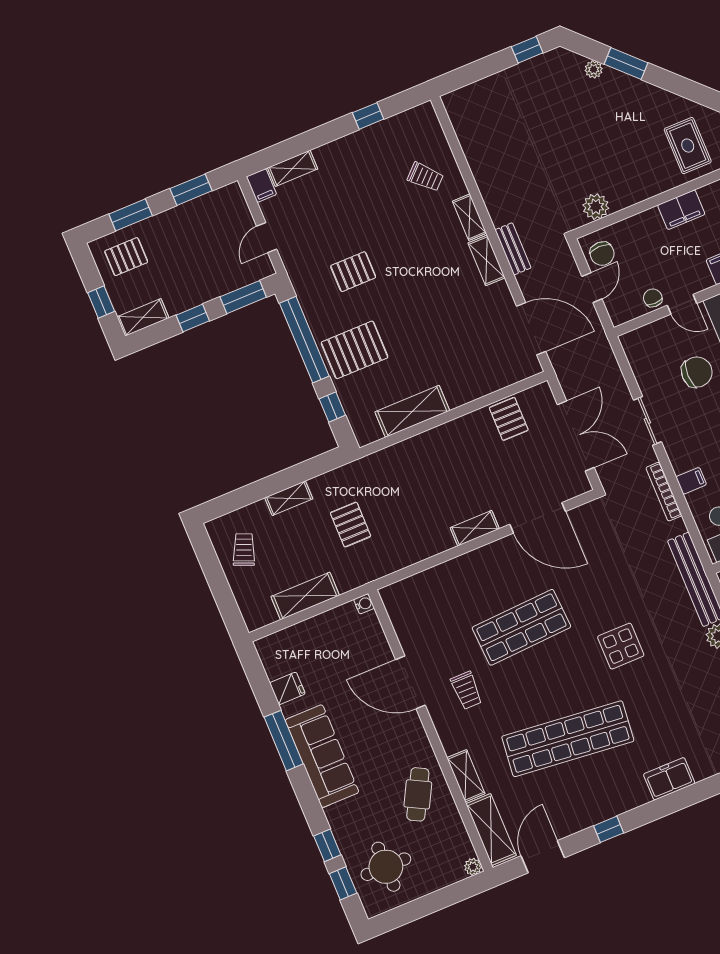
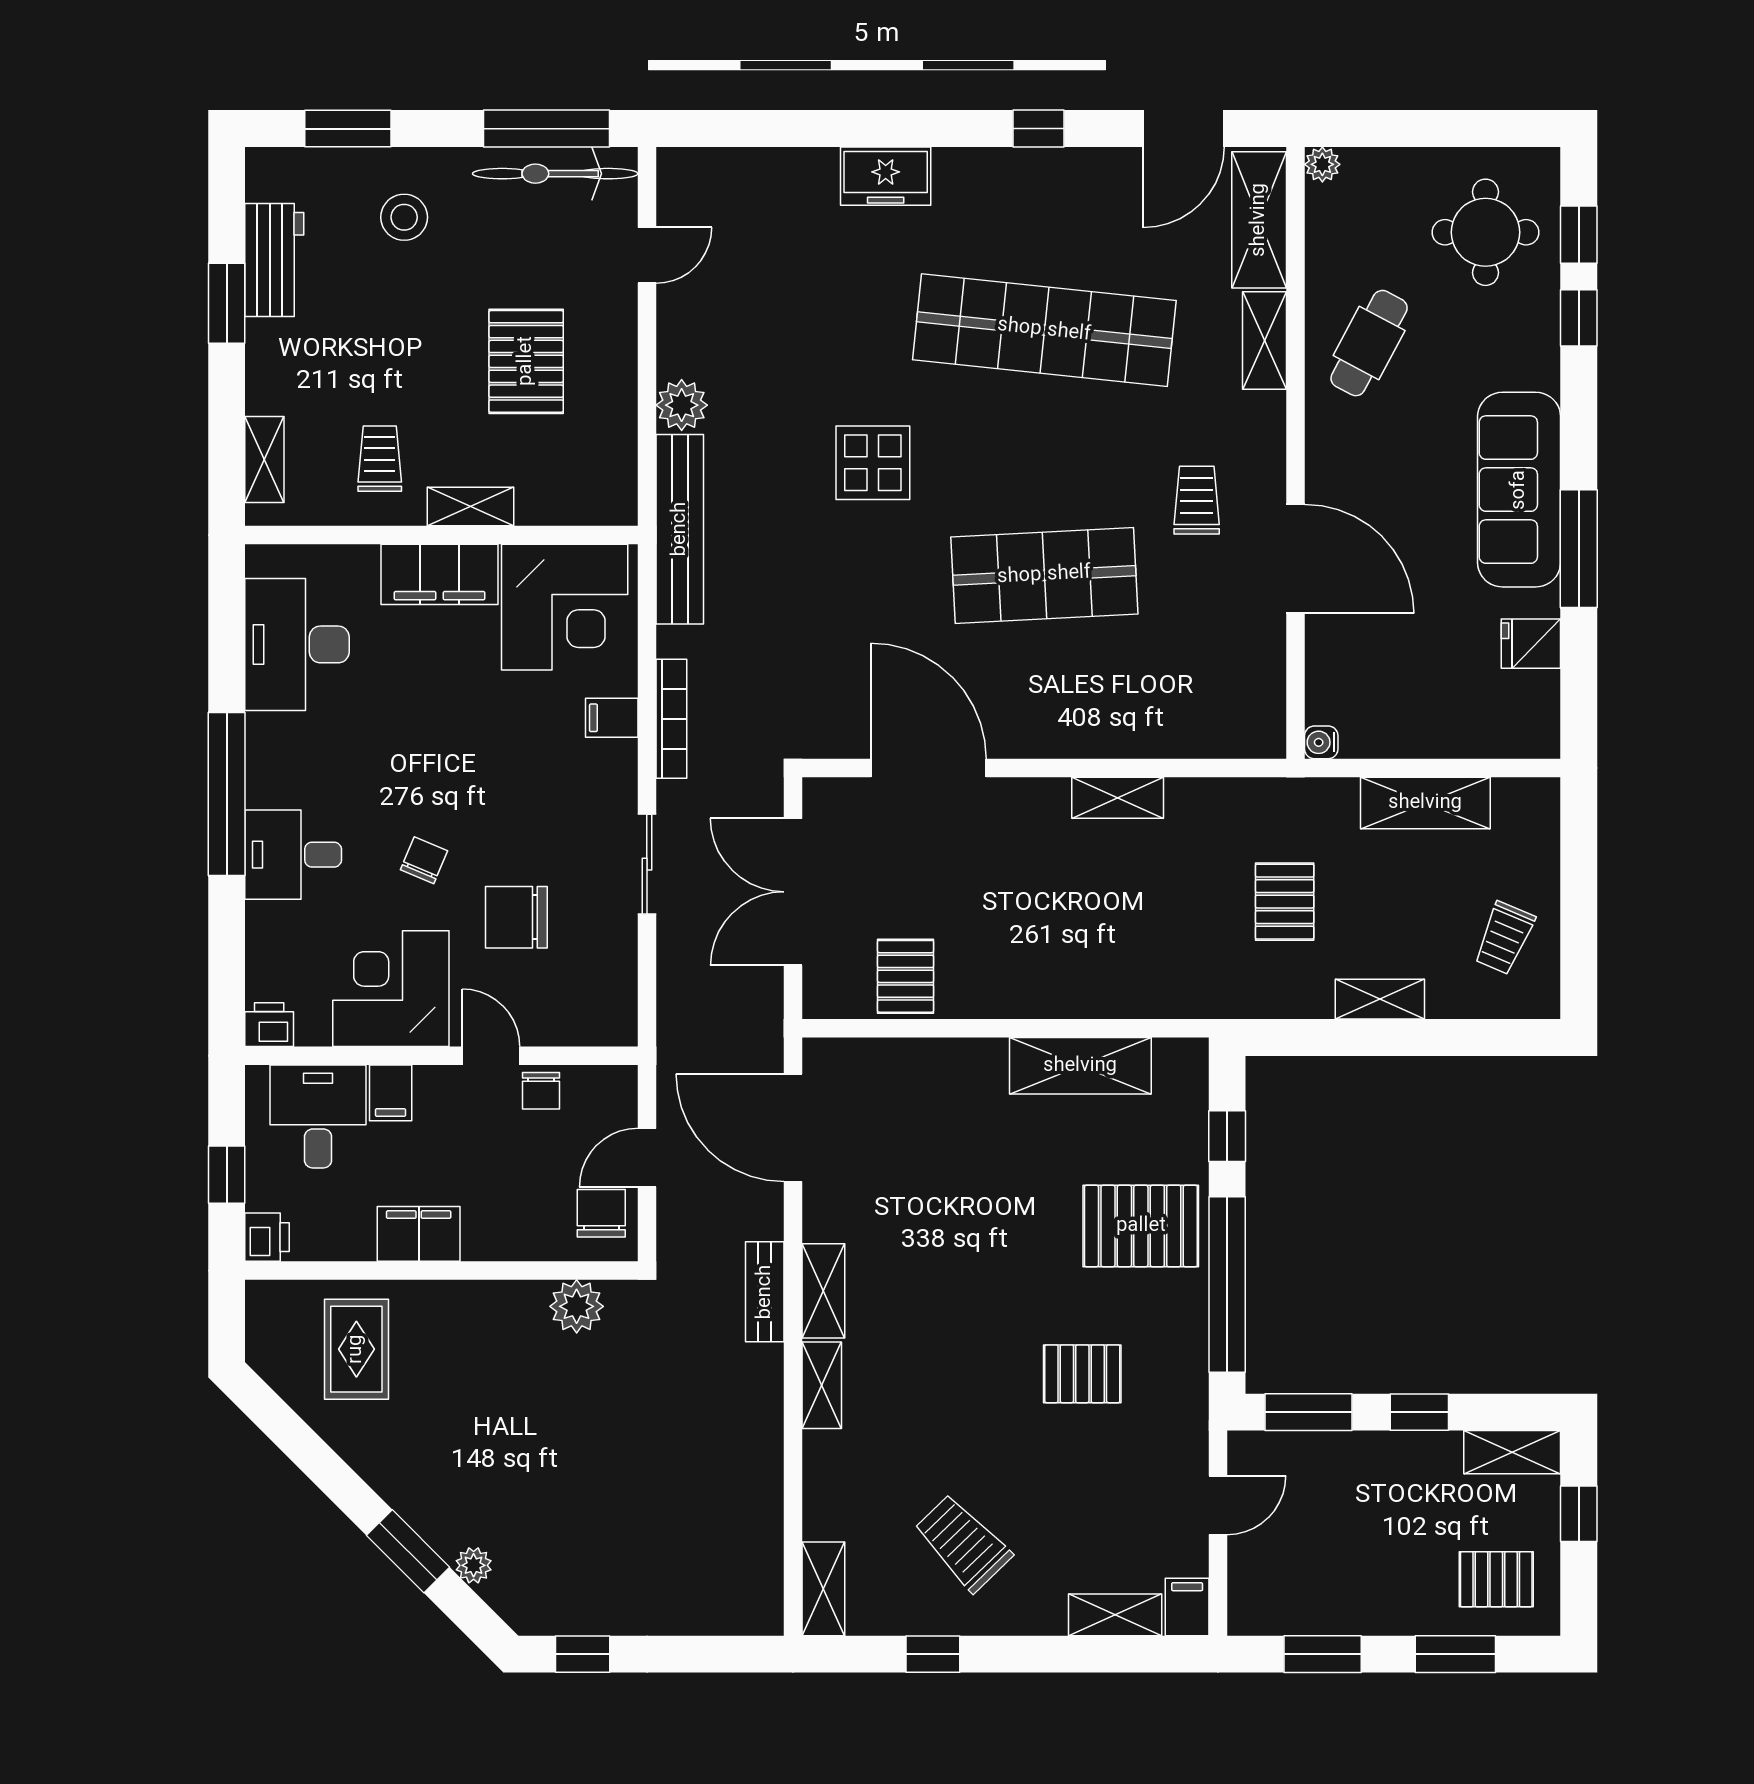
shelving: (430, 125) -> (823, 1589), added
trolley: (425, 177) -> (963, 1543), moved, width x1.36, depth x1.39
shelving: (475, 528) -> (1118, 798), moved

